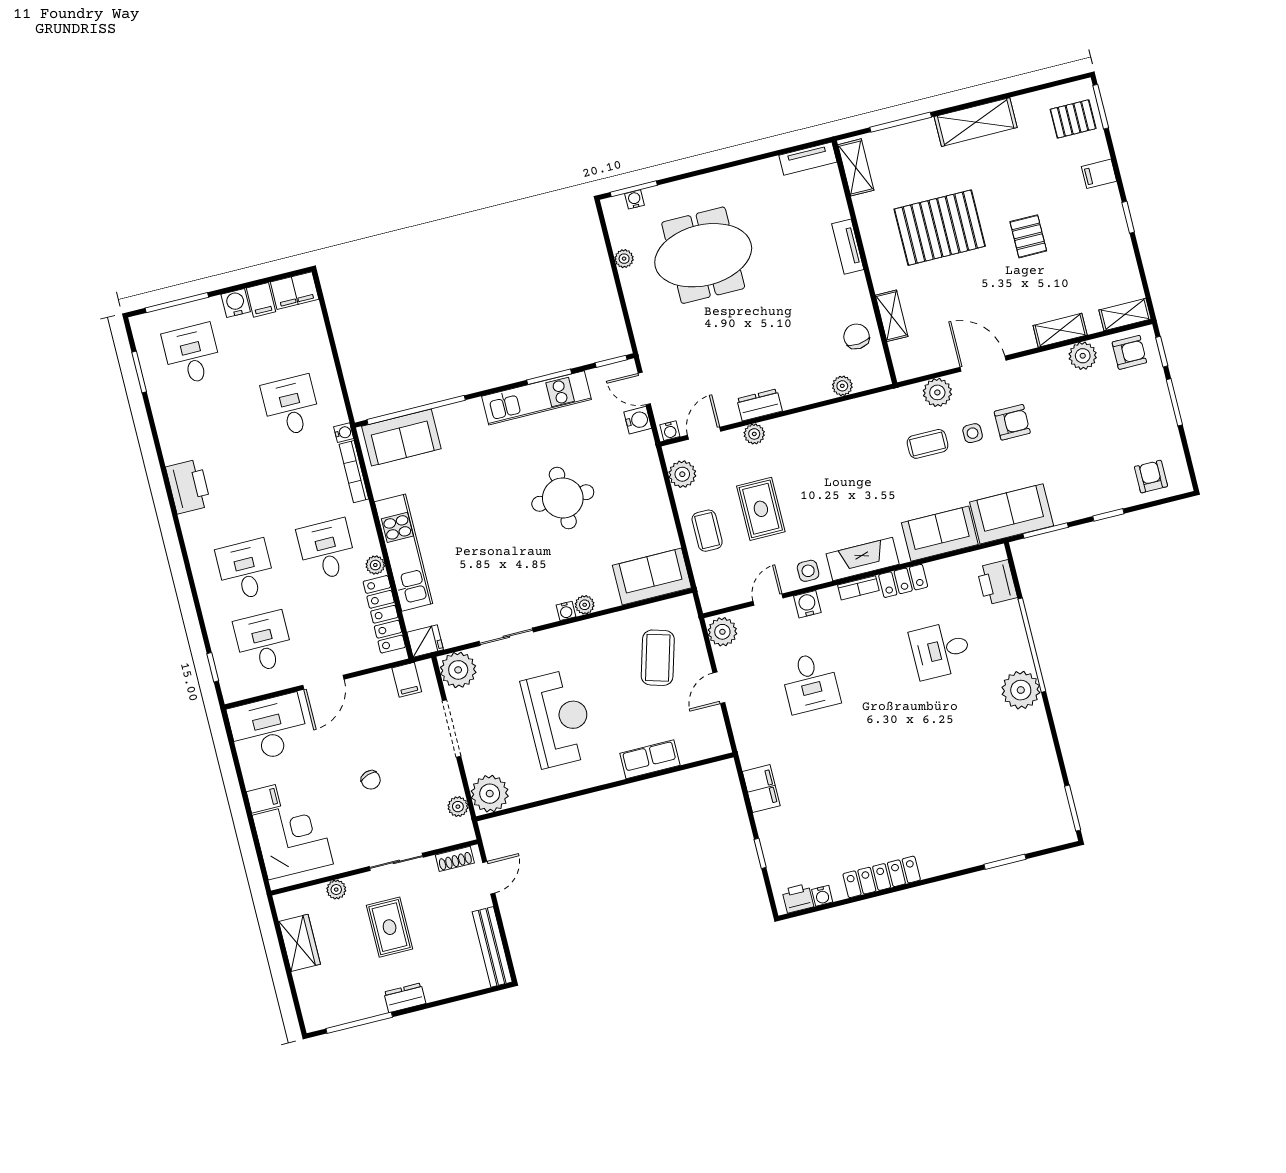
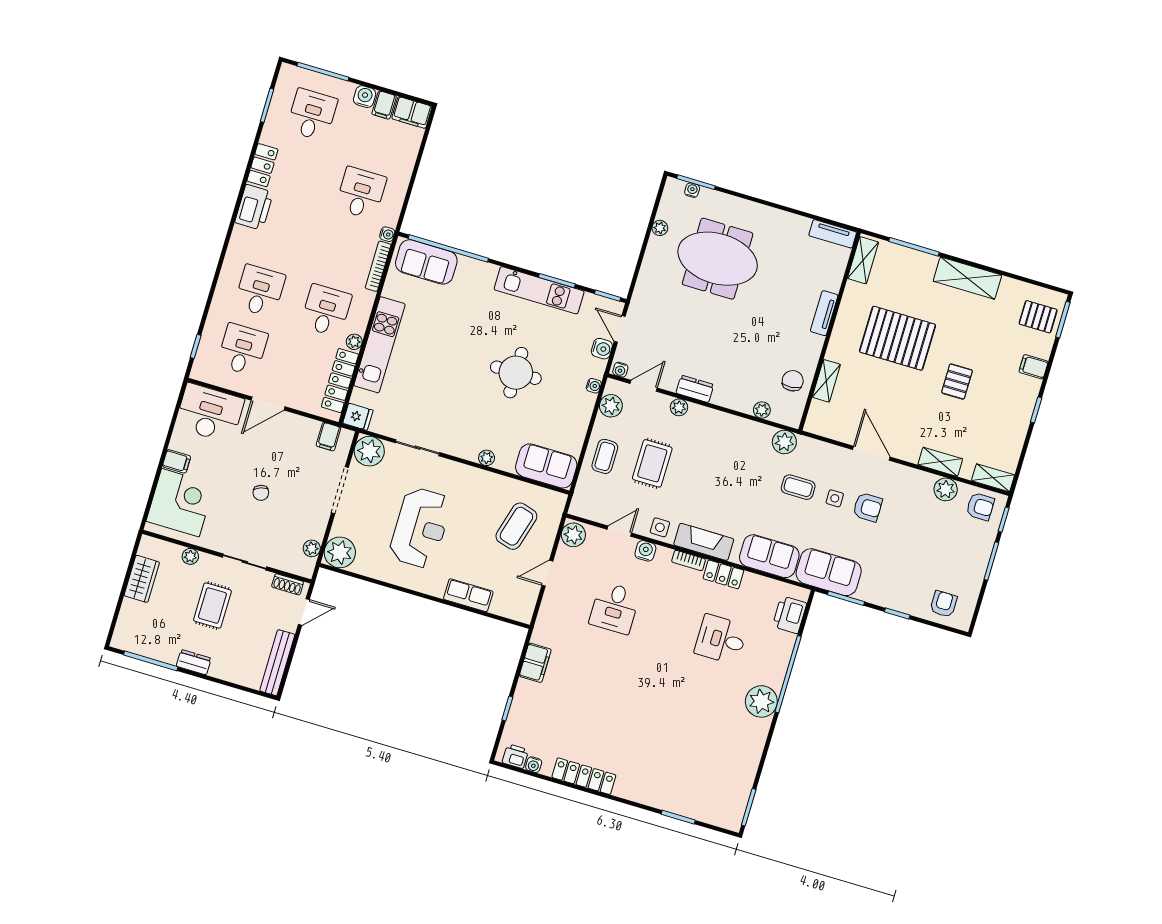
plant: (937, 392) -> (784, 442), moved
locker: (171, 437) -> (262, 165), added
water cooler: (566, 611) -> (594, 386), moved, turned -90

